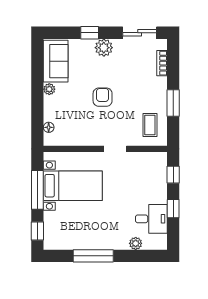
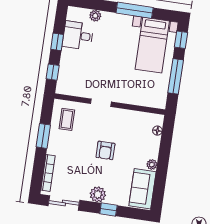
bookcase: (162, 63) -> (48, 173), width x1.56
bed with nightstands: (73, 186) -> (152, 45), moved, turned -90

